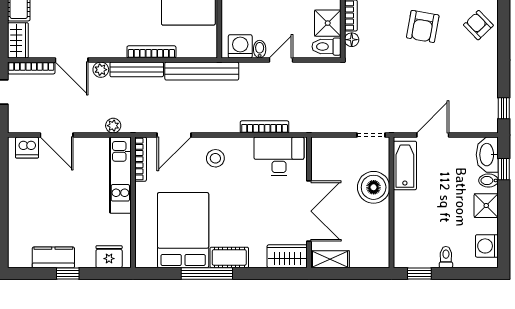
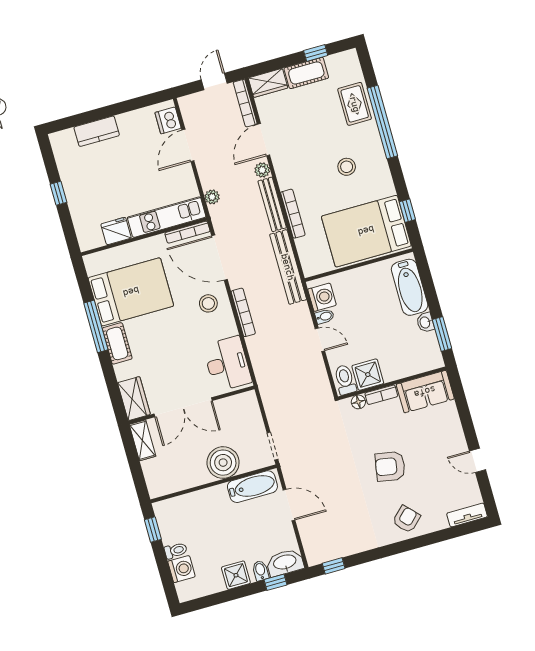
bookcase: (265, 127) -> (243, 312), moved
door: (174, 135) -> (219, 258), width x1.36
washing machine: (487, 246) -> (182, 569), moved, turned 90
kitchen counter: (53, 257) -> (97, 131), moved, turned 90
fridge: (109, 257) -> (116, 231), moved, turned -90

